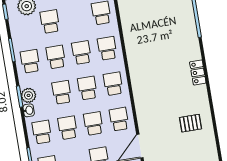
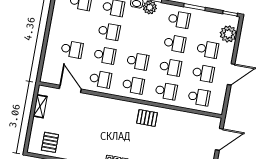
pallet: (141, 58) -> (147, 118), added
school desk: (62, 92) -> (203, 73), moved
pallet: (191, 123) -> (50, 142), moved

